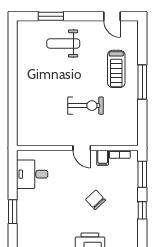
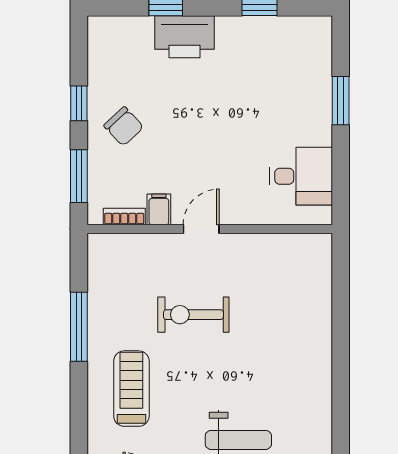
window: (142, 82) -> (79, 327), moved
door: (82, 148) -> (201, 229), hinge flipped
chair: (96, 200) -> (124, 126), moved

